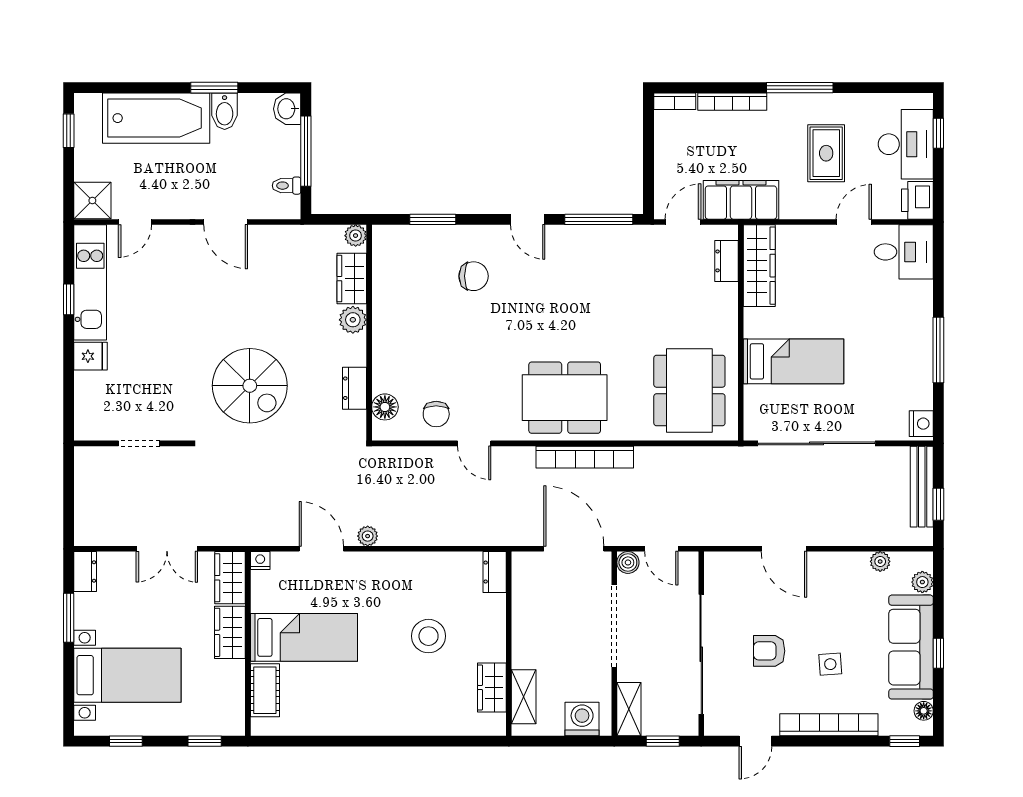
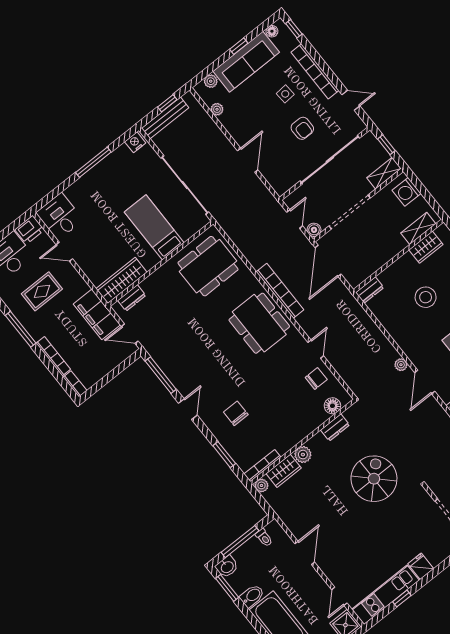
window: (214, 88) -> (227, 588), moved
door: (135, 222) -> (339, 596), swing flipped
bookcase: (380, 257) -> (262, 466), added

